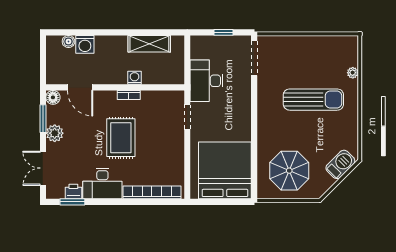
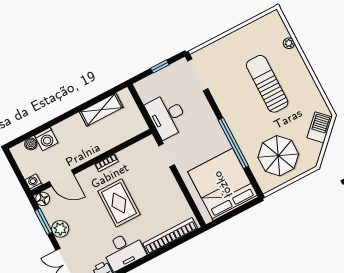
washing machine: (134, 78) -> (33, 182), moved
sun lounger: (313, 100) -> (267, 84), turned -90
window: (254, 138) -> (233, 143), added

